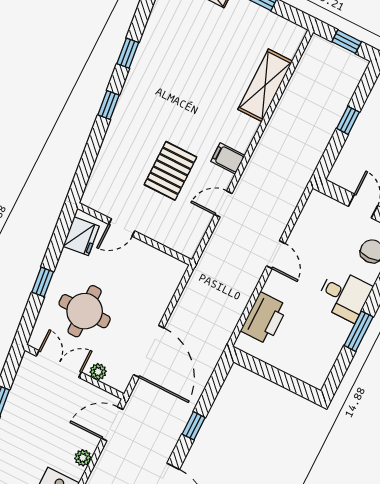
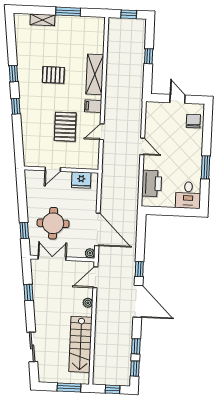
pallet: (188, 83) -> (53, 75), added
shelving: (265, 85) -> (95, 74), moved
fridge: (81, 236) -> (81, 180), moved, turned 96
window: (43, 282) -> (24, 231), moved
desk: (344, 295) -> (188, 195), moved, turned 90
plant: (98, 372) -> (90, 253), moved
window: (194, 426) -> (139, 269), moved

